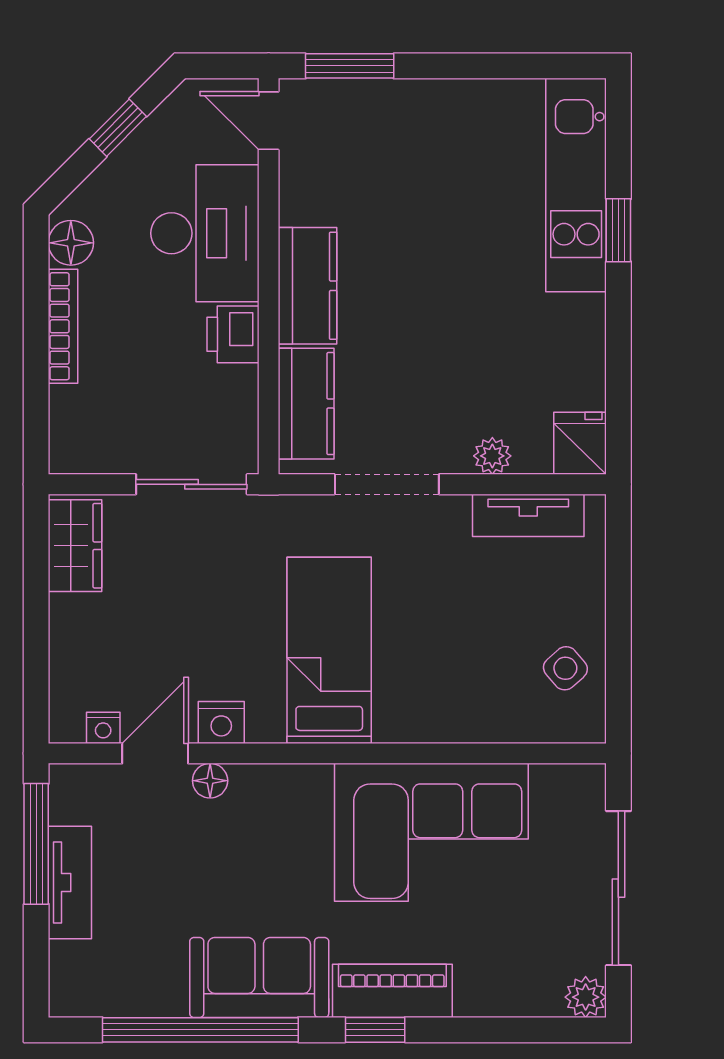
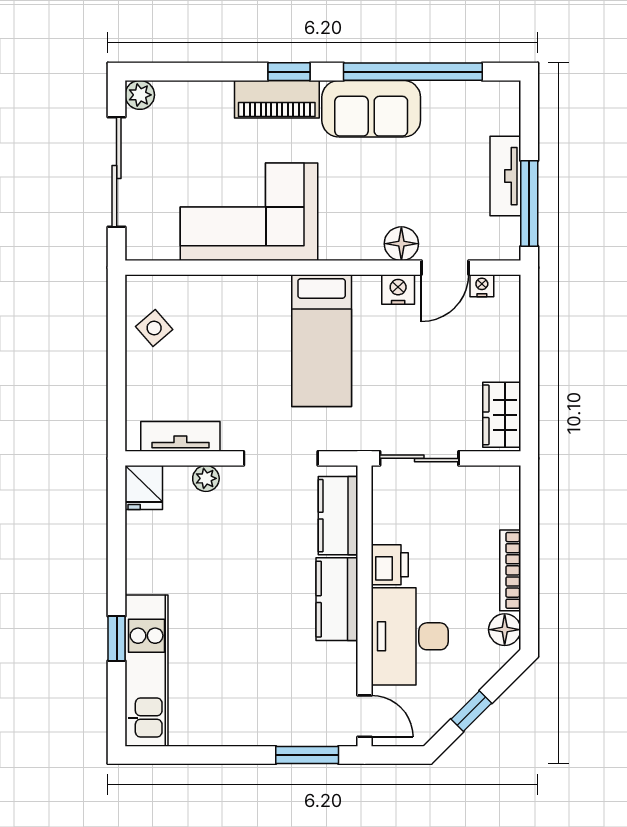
floor lamp: (210, 781) -> (401, 244), width x1.37, depth x1.37

